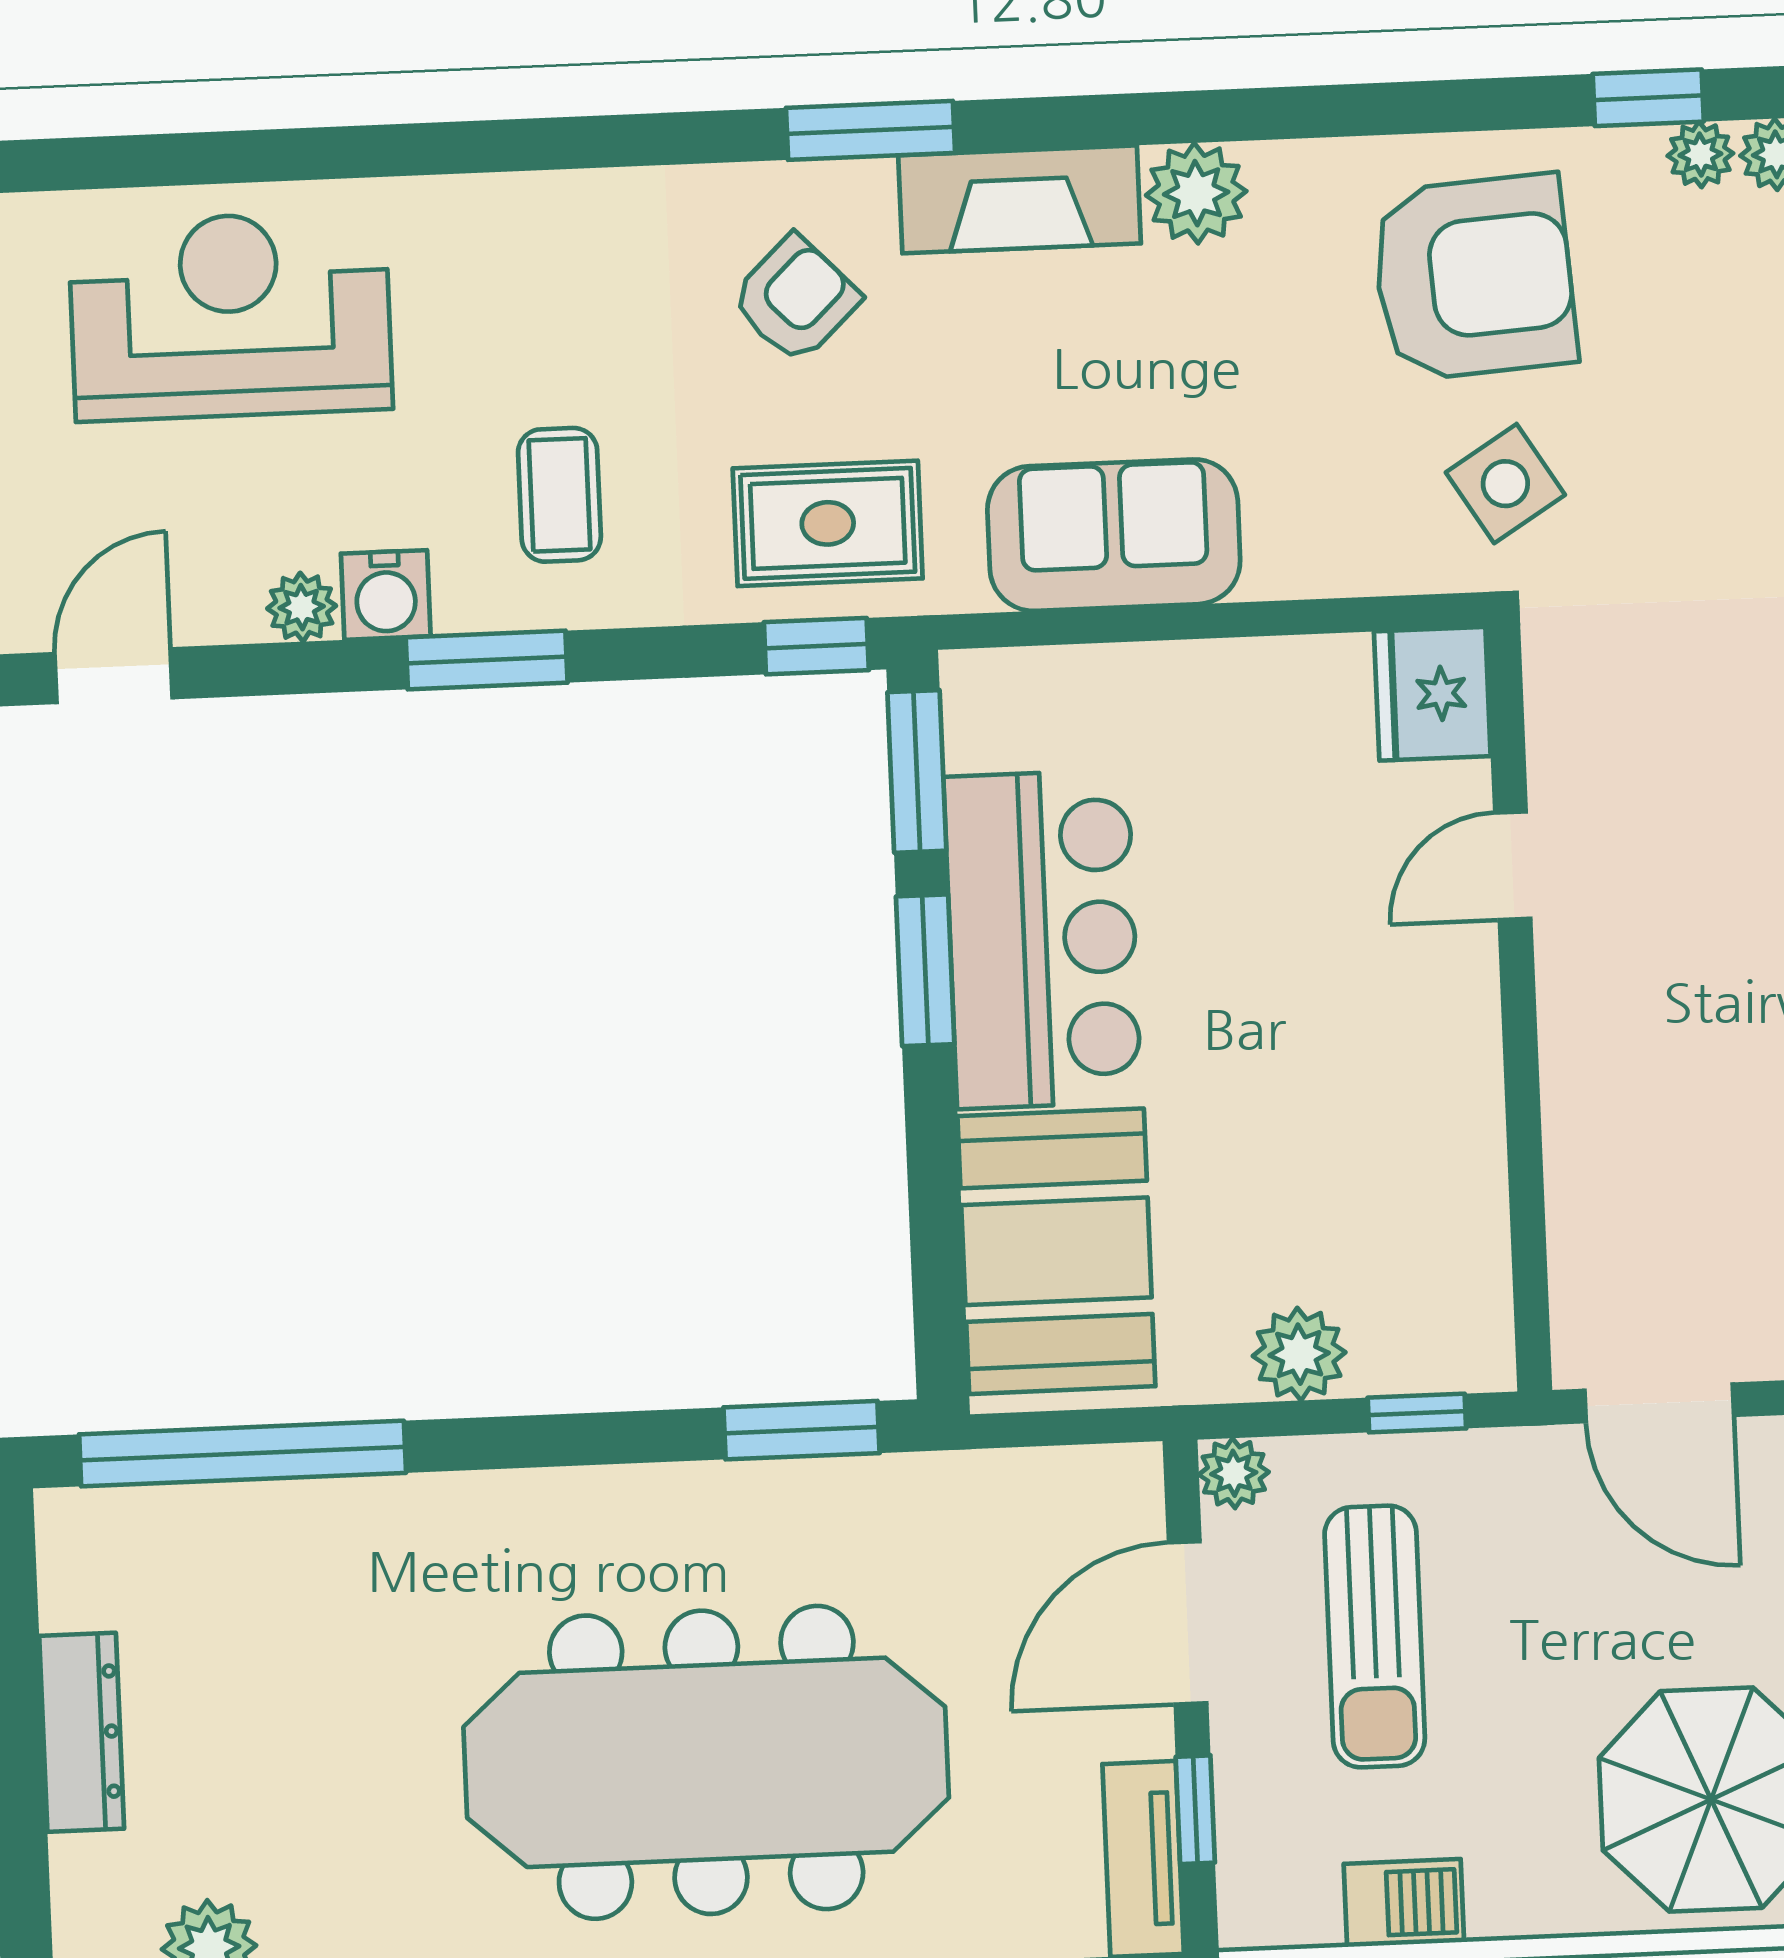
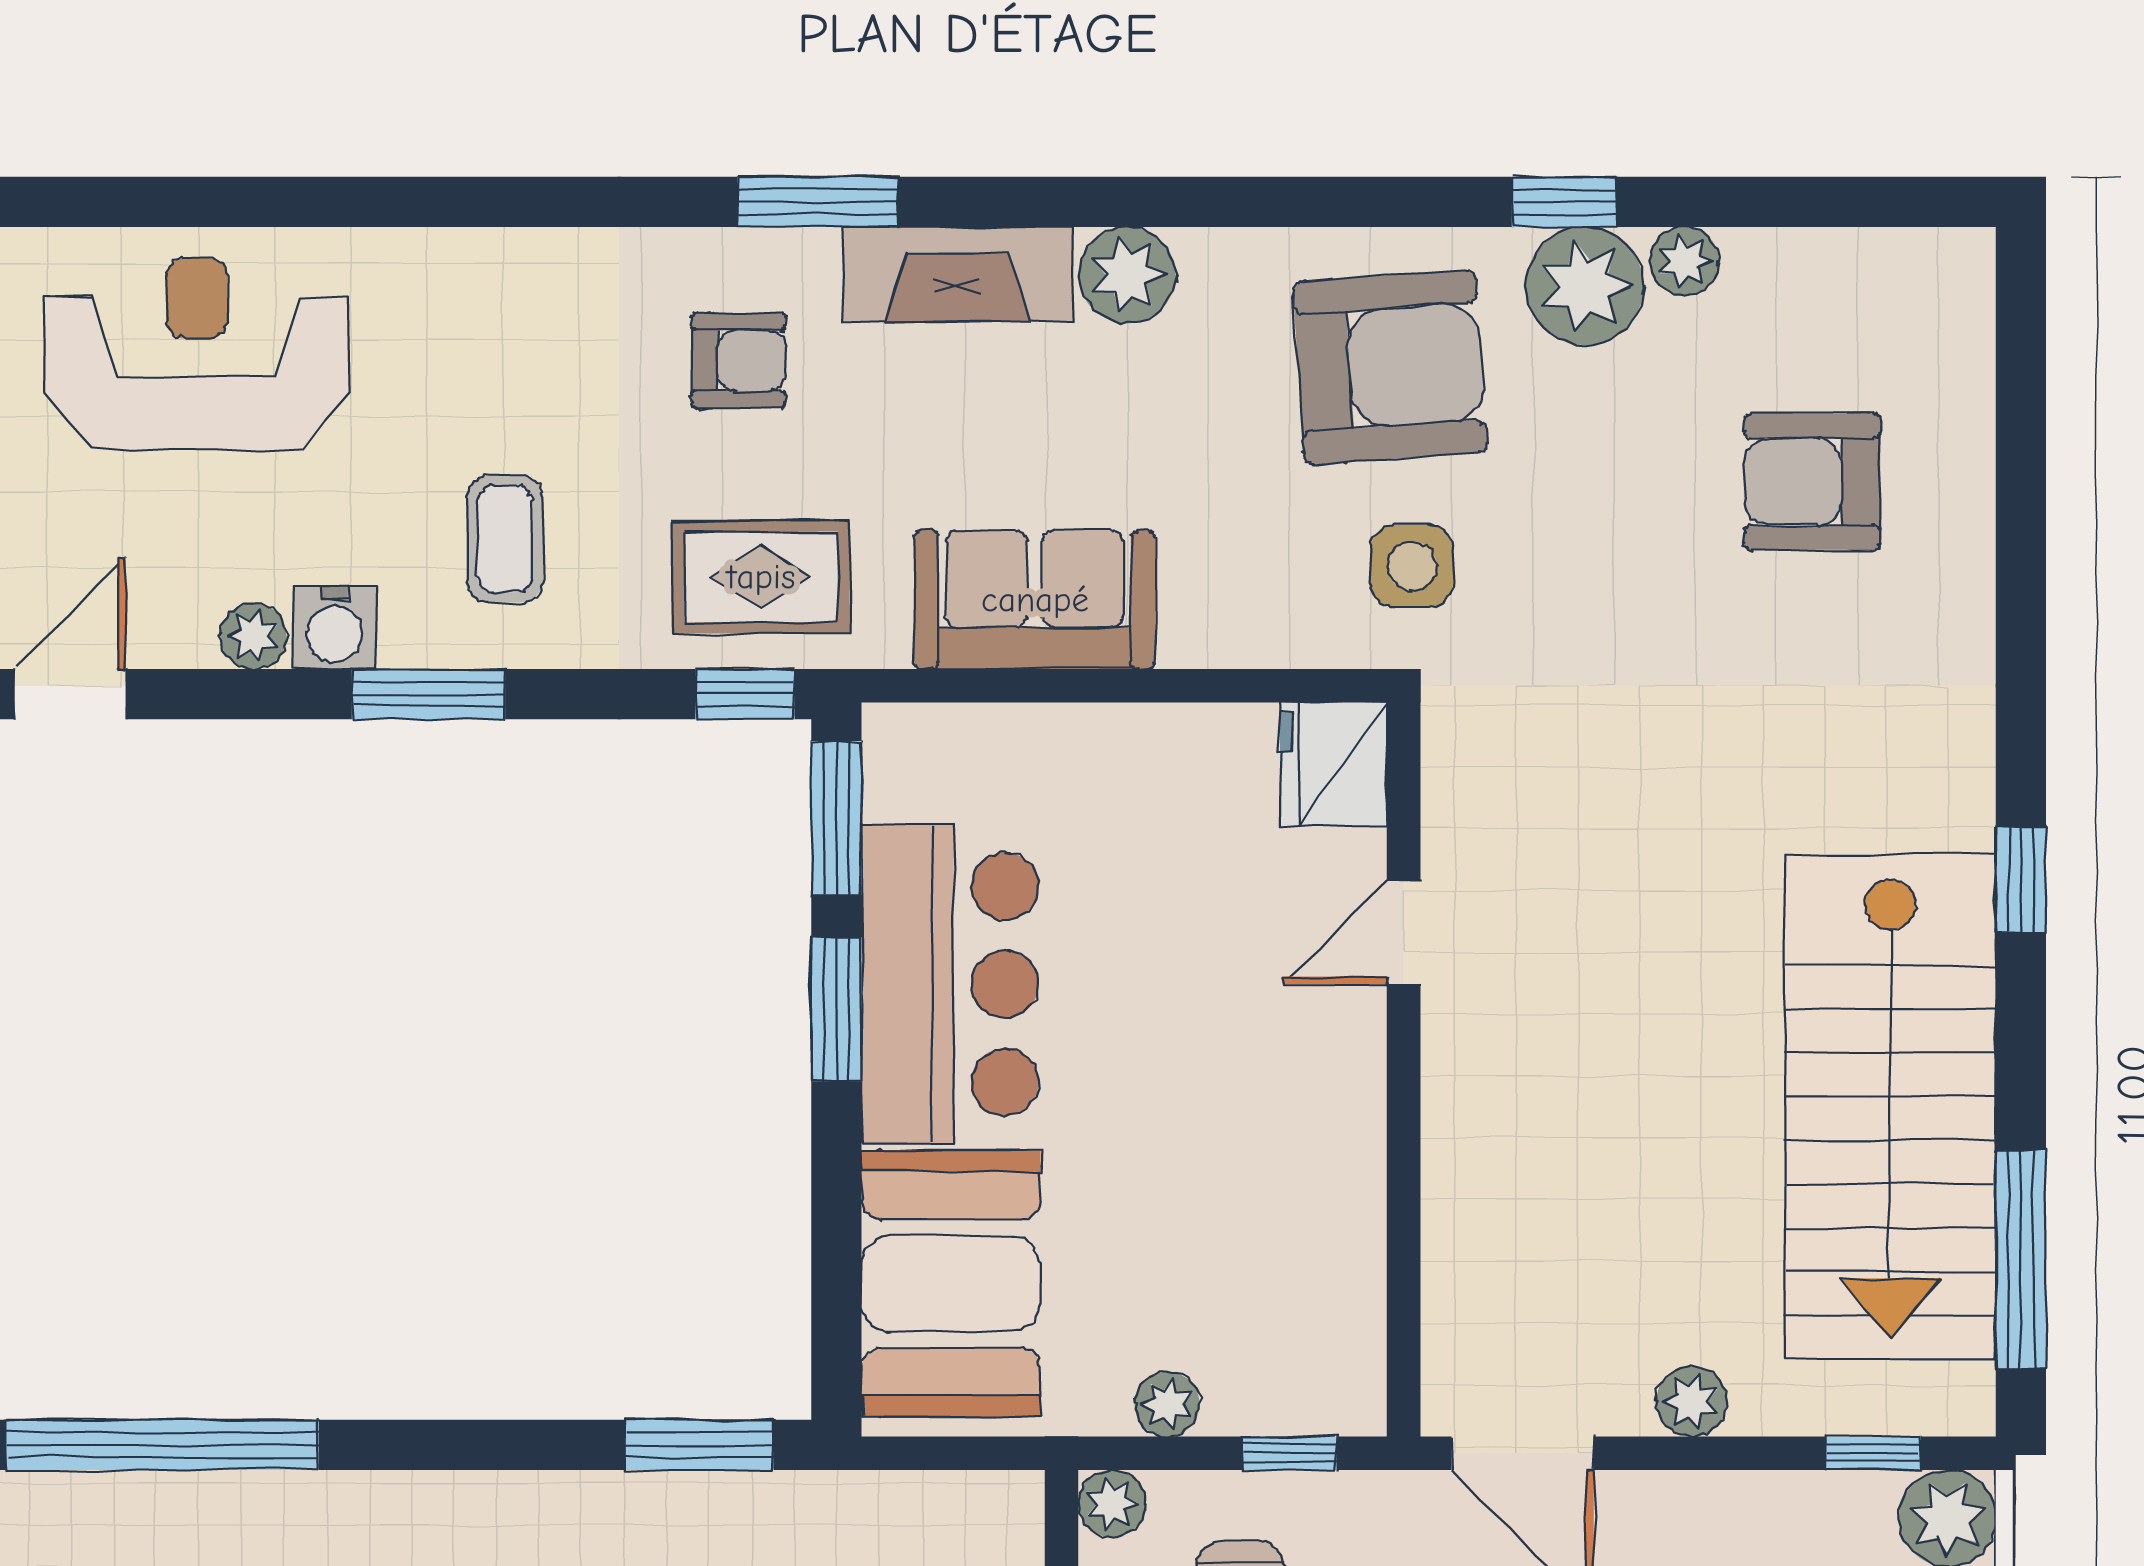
plant: (1700, 155) -> (1584, 286), width x1.88, depth x1.88
armchair: (795, 299) -> (739, 361), turned 44
side table: (1505, 484) -> (1412, 566), turned 32
plant: (1299, 1354) -> (1167, 1404), width x0.73, depth x0.73

